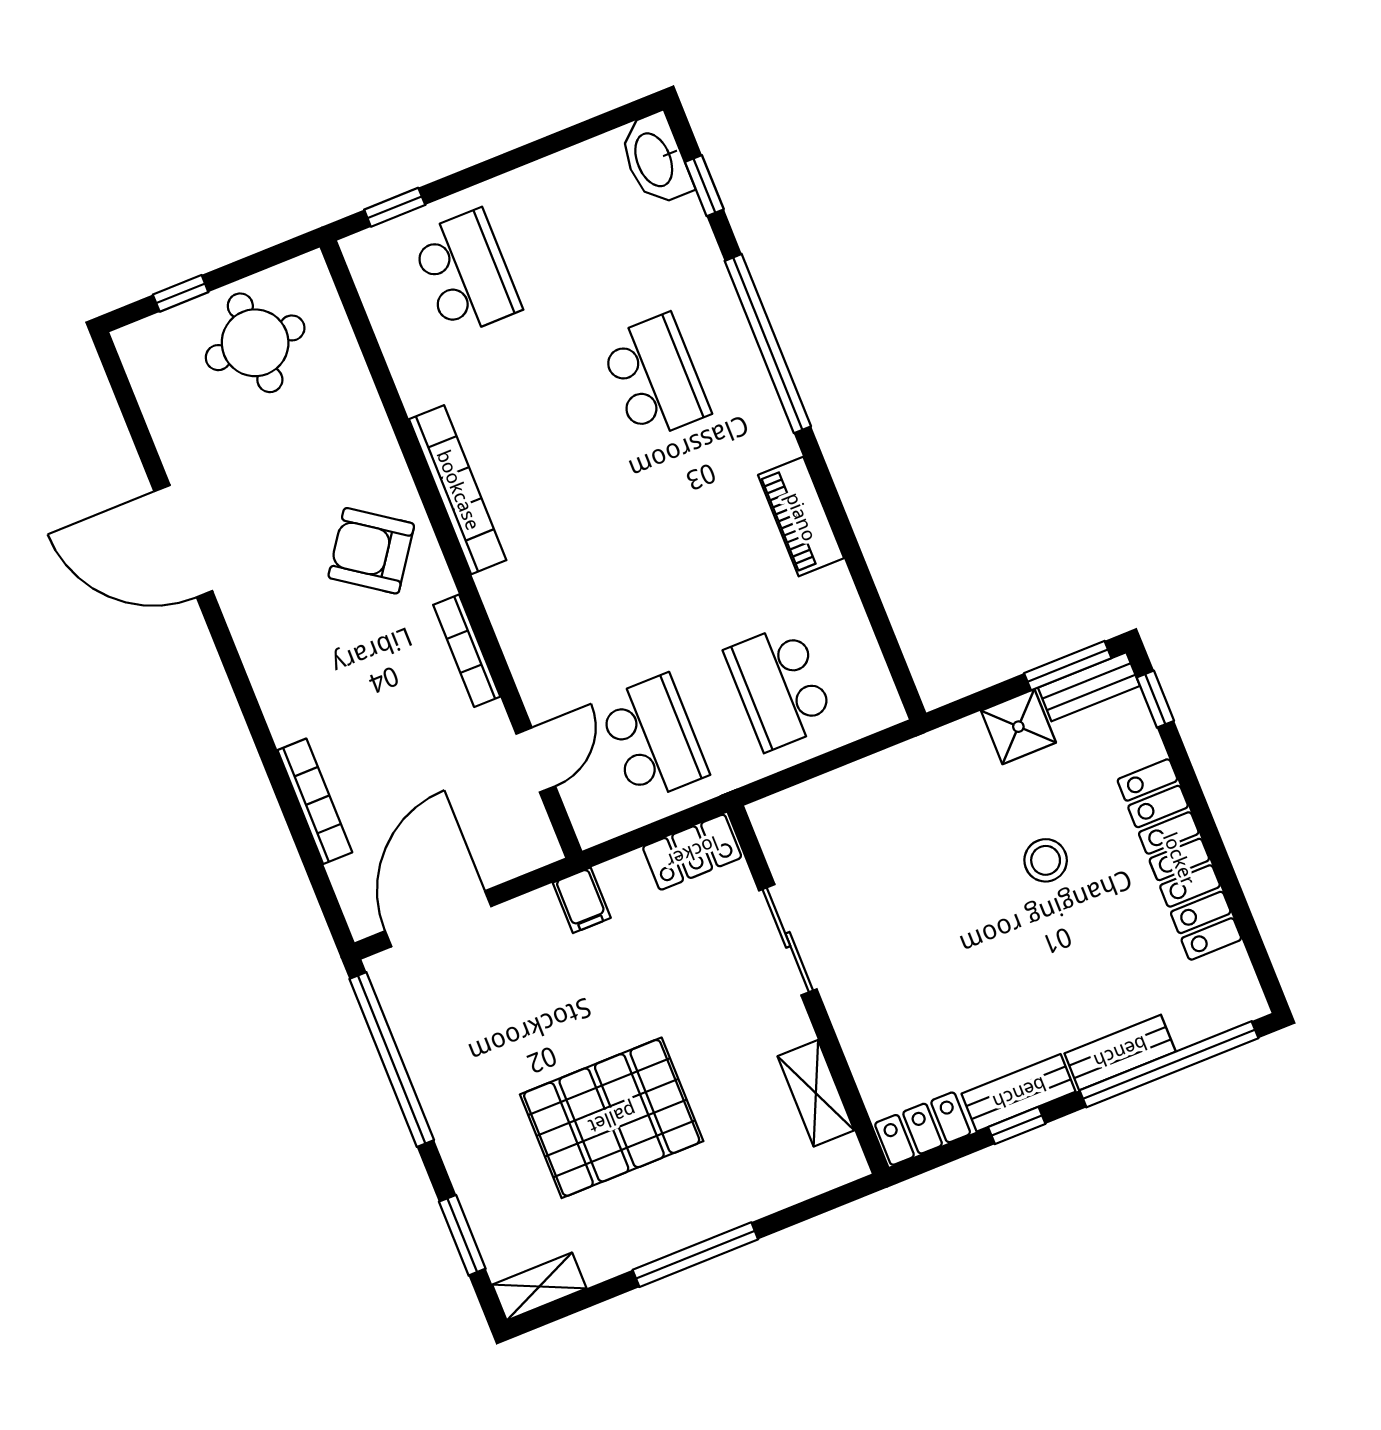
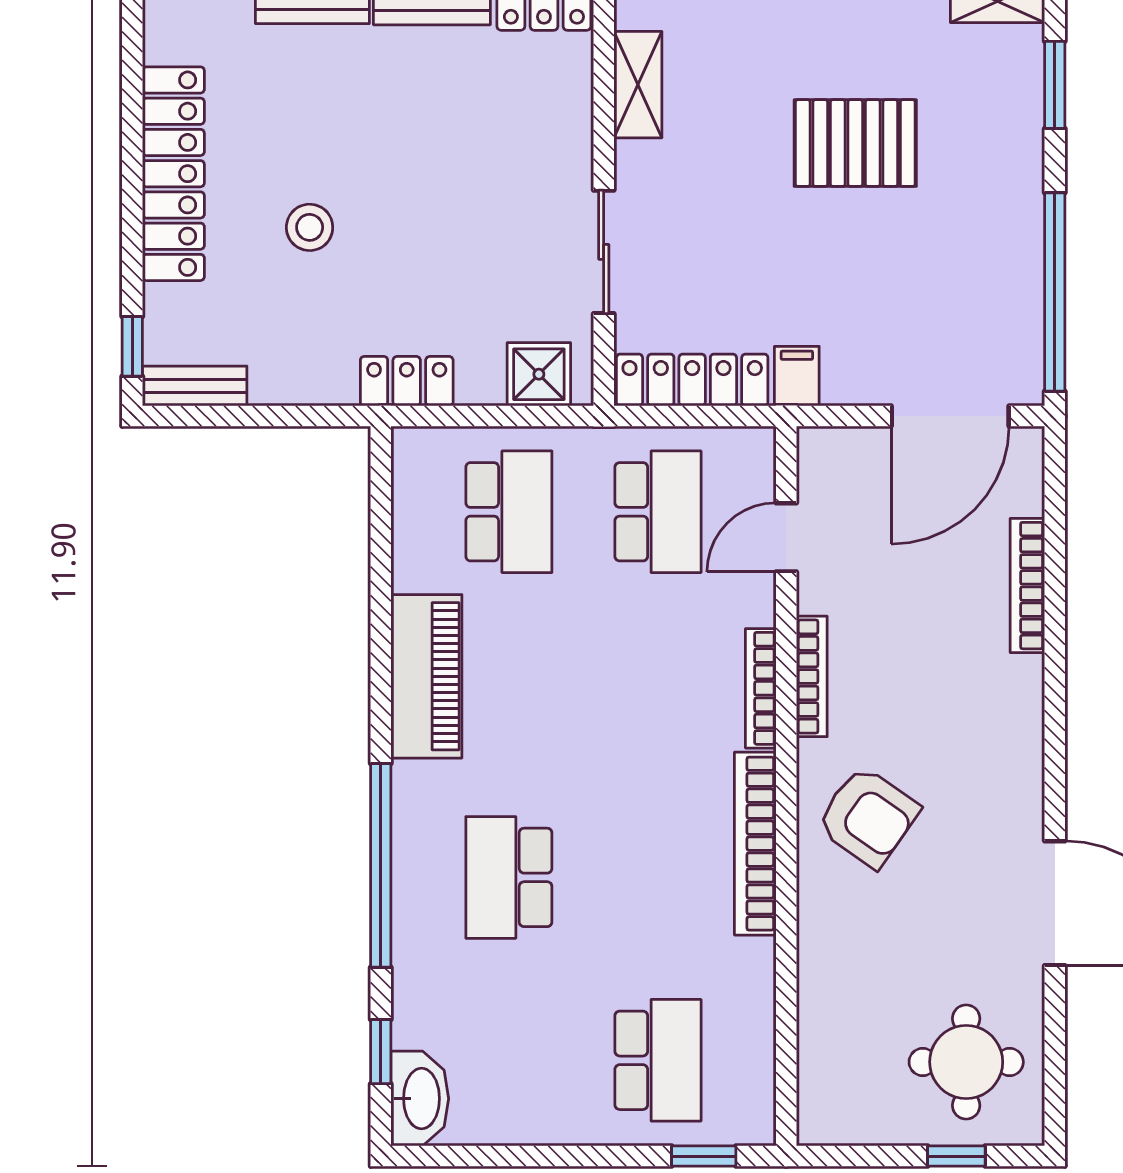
school desk: (466, 273) -> (658, 1060), turned 180
round table: (255, 343) -> (966, 1062), moved
piano: (801, 517) -> (426, 676), width x1.37, depth x1.33
bookcase: (506, 623) -> (761, 688), added
window: (1068, 666) -> (208, 416), removed
shower: (1018, 727) -> (539, 374), moved
school desk: (653, 738) -> (658, 512), turned 180
locker: (911, 763) -> (407, 381), added
locker: (692, 852) -> (692, 380), width x1.53
pallet: (612, 1118) -> (855, 143), width x0.73, depth x0.71

